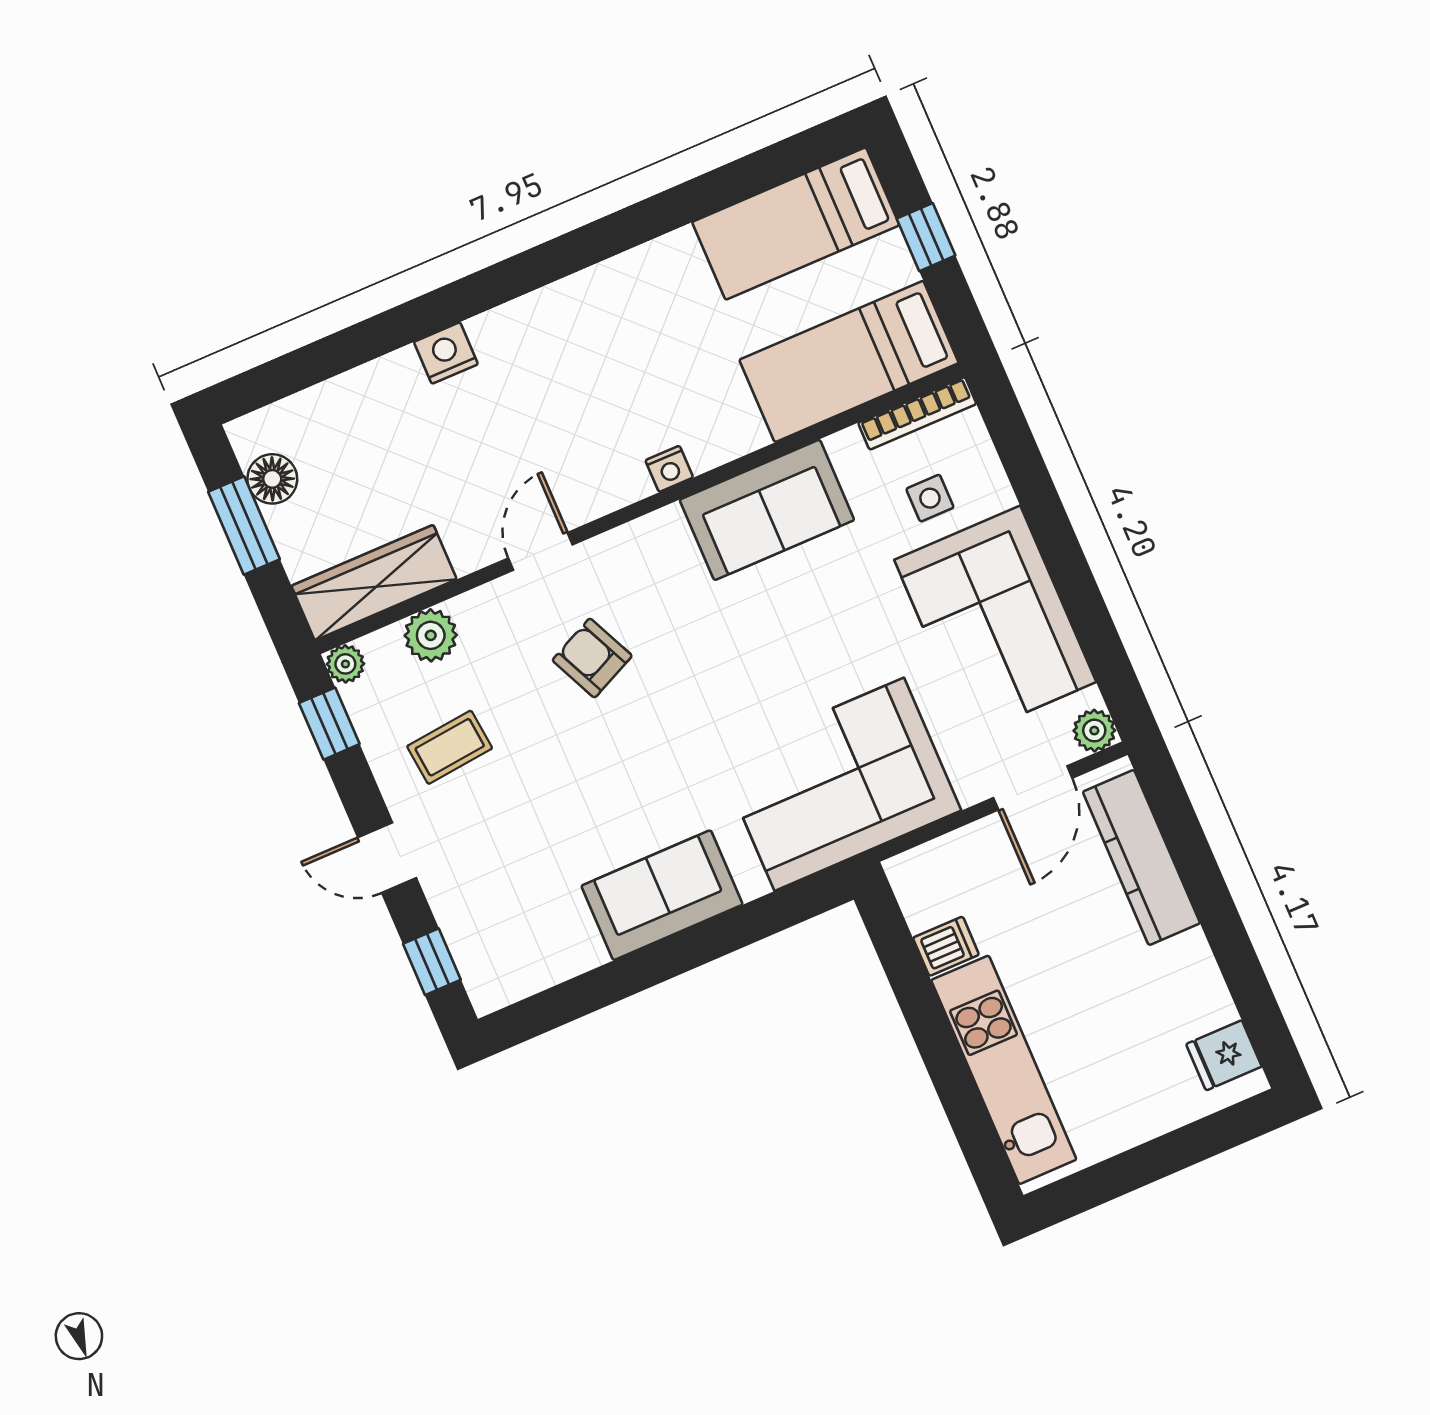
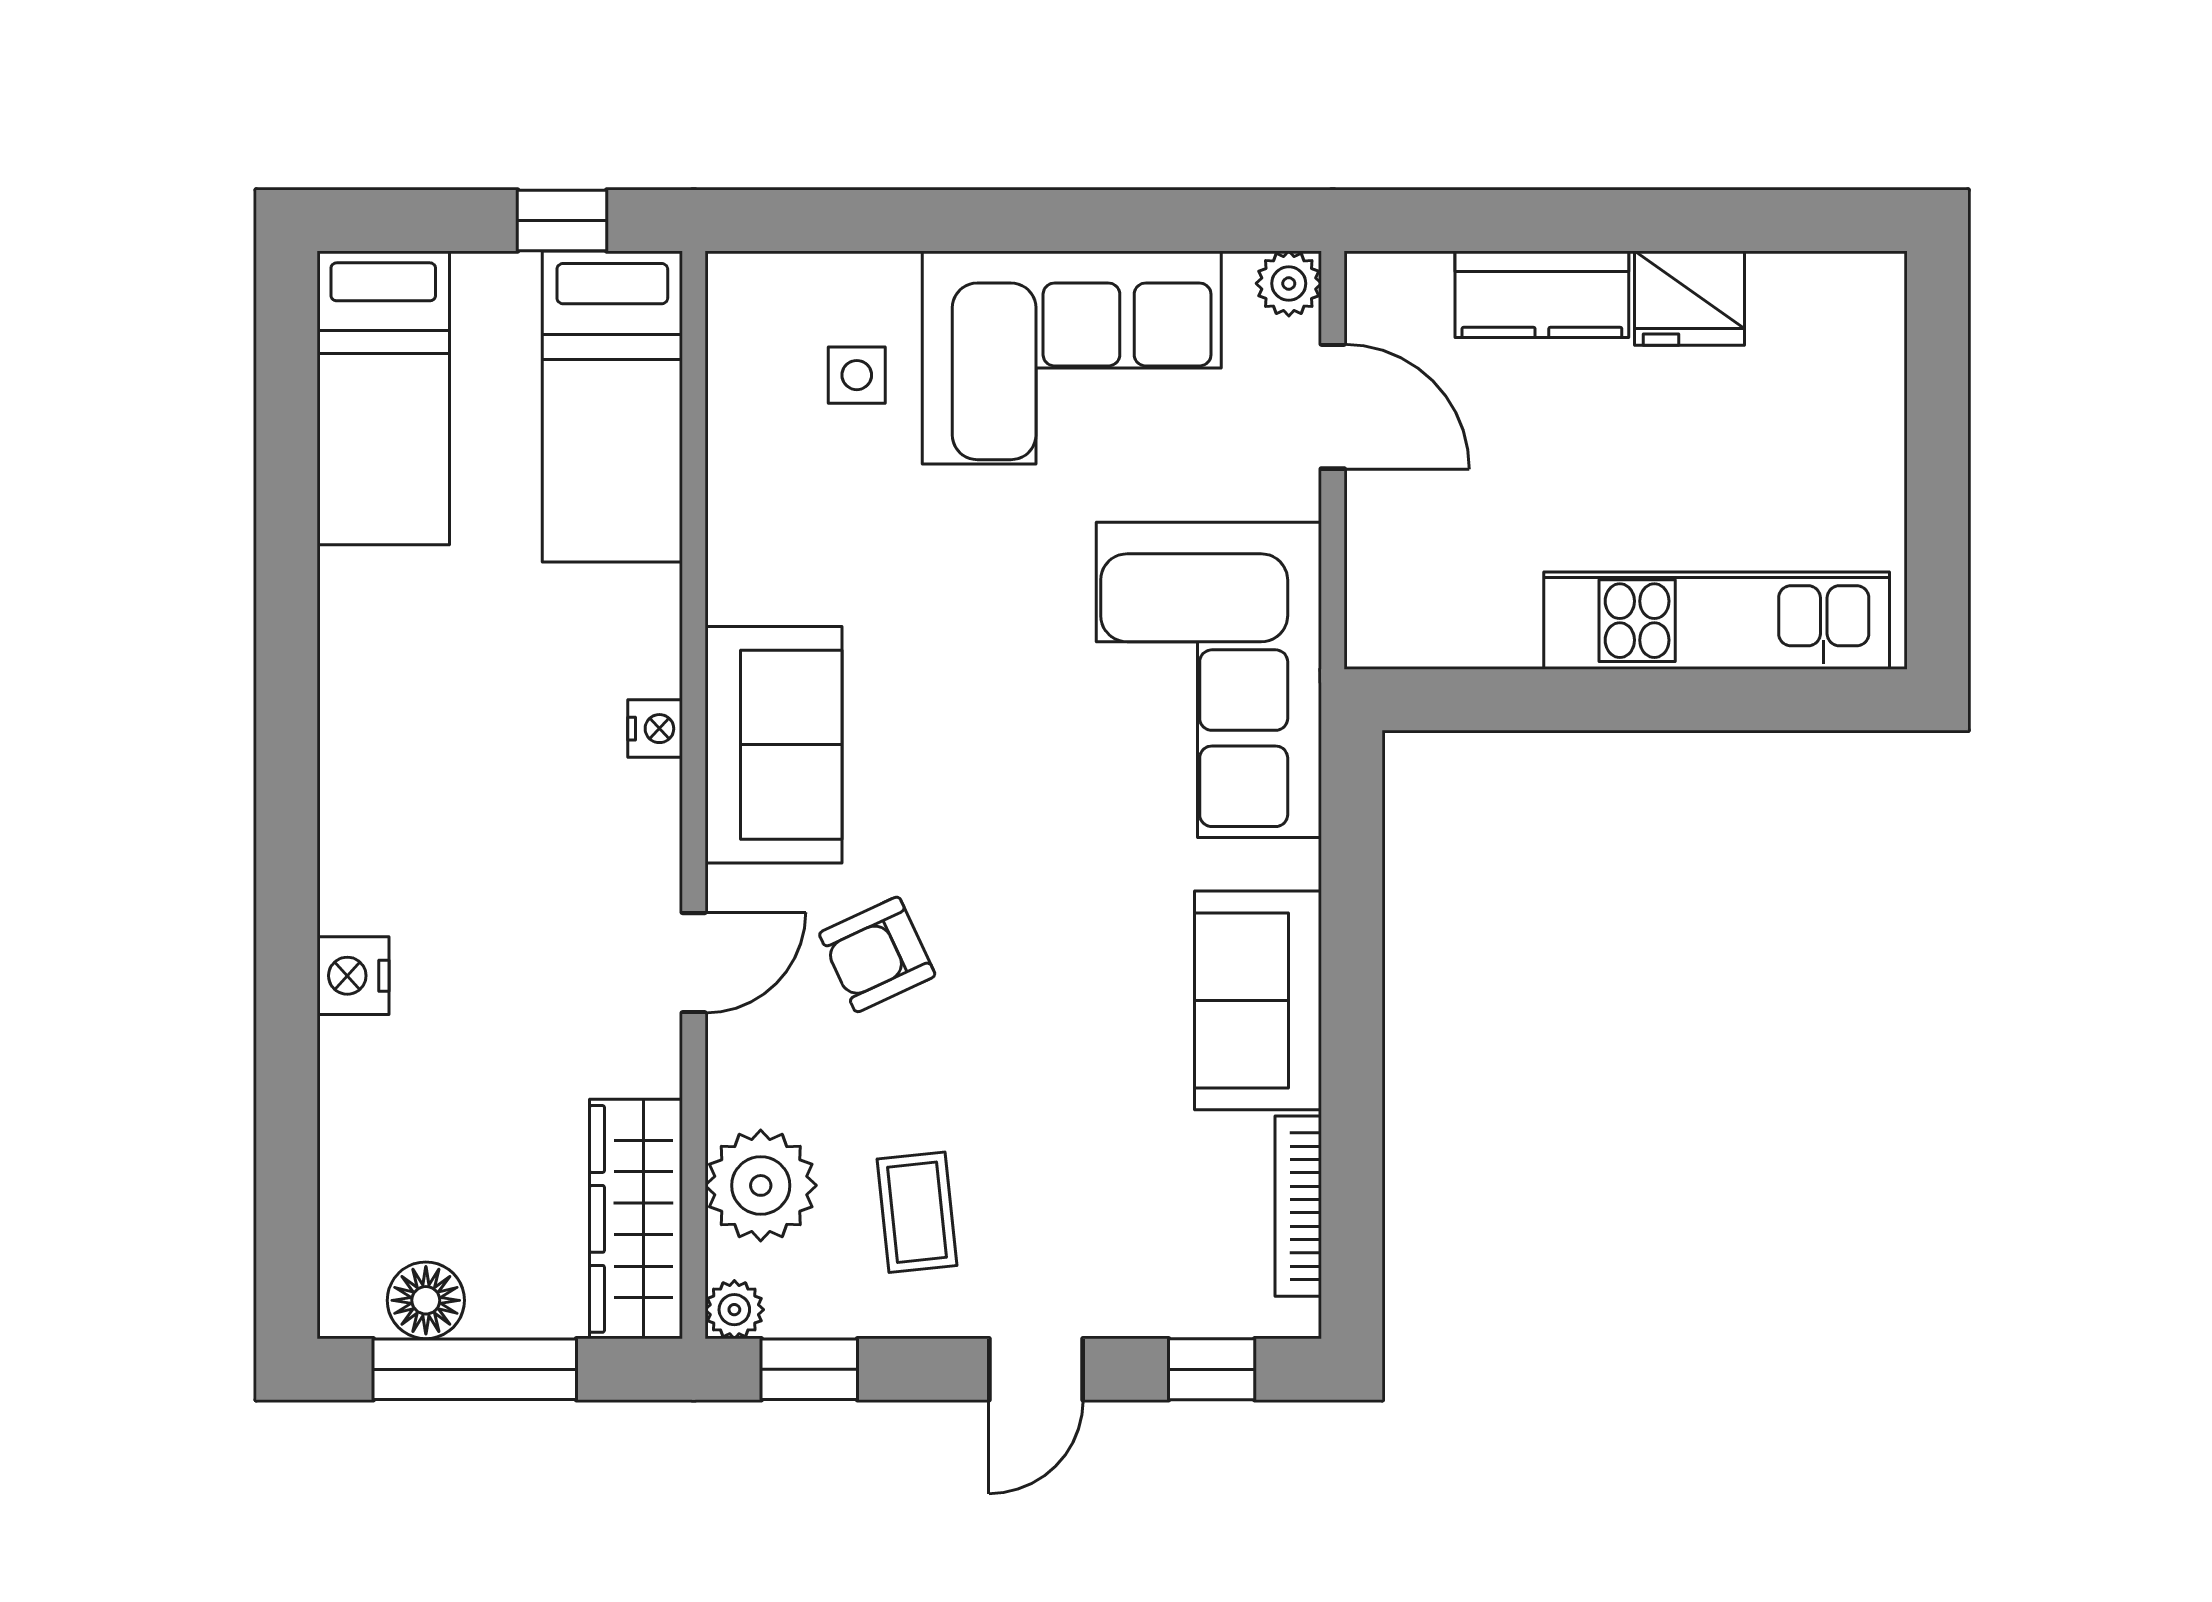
window: (926, 237) -> (562, 221), moved
bookcase: (917, 413) -> (1298, 1206), moved, turned 180
sofa: (767, 510) -> (774, 745), moved
window: (244, 525) -> (475, 1369), width x1.44
door: (541, 551) -> (694, 963), swing flipped
plant: (431, 635) -> (761, 1185), width x1.36, depth x1.36
kitchen counter: (1141, 857) -> (1542, 294), width x0.67
dishwasher: (946, 946) -> (1505, 627), removed
fridge: (1224, 1055) -> (1690, 298), moved, width x1.38

